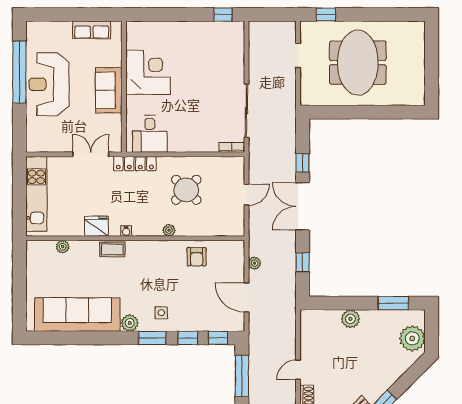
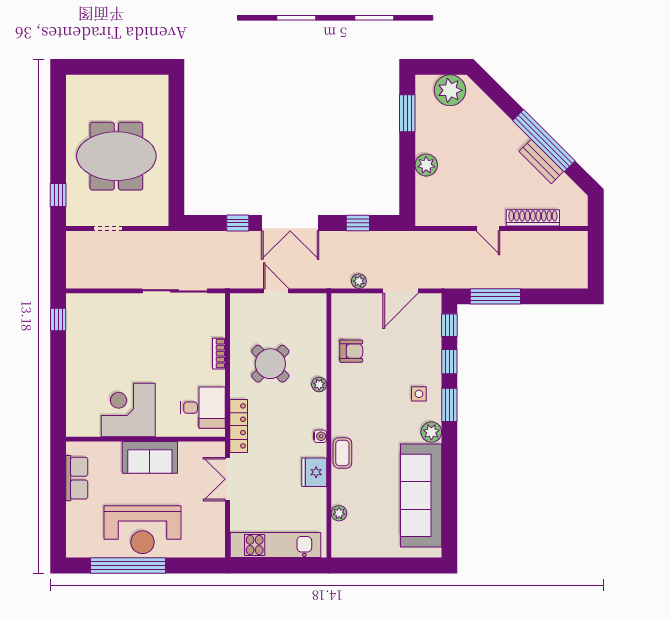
bookcase: (232, 147) -> (219, 354), moved

